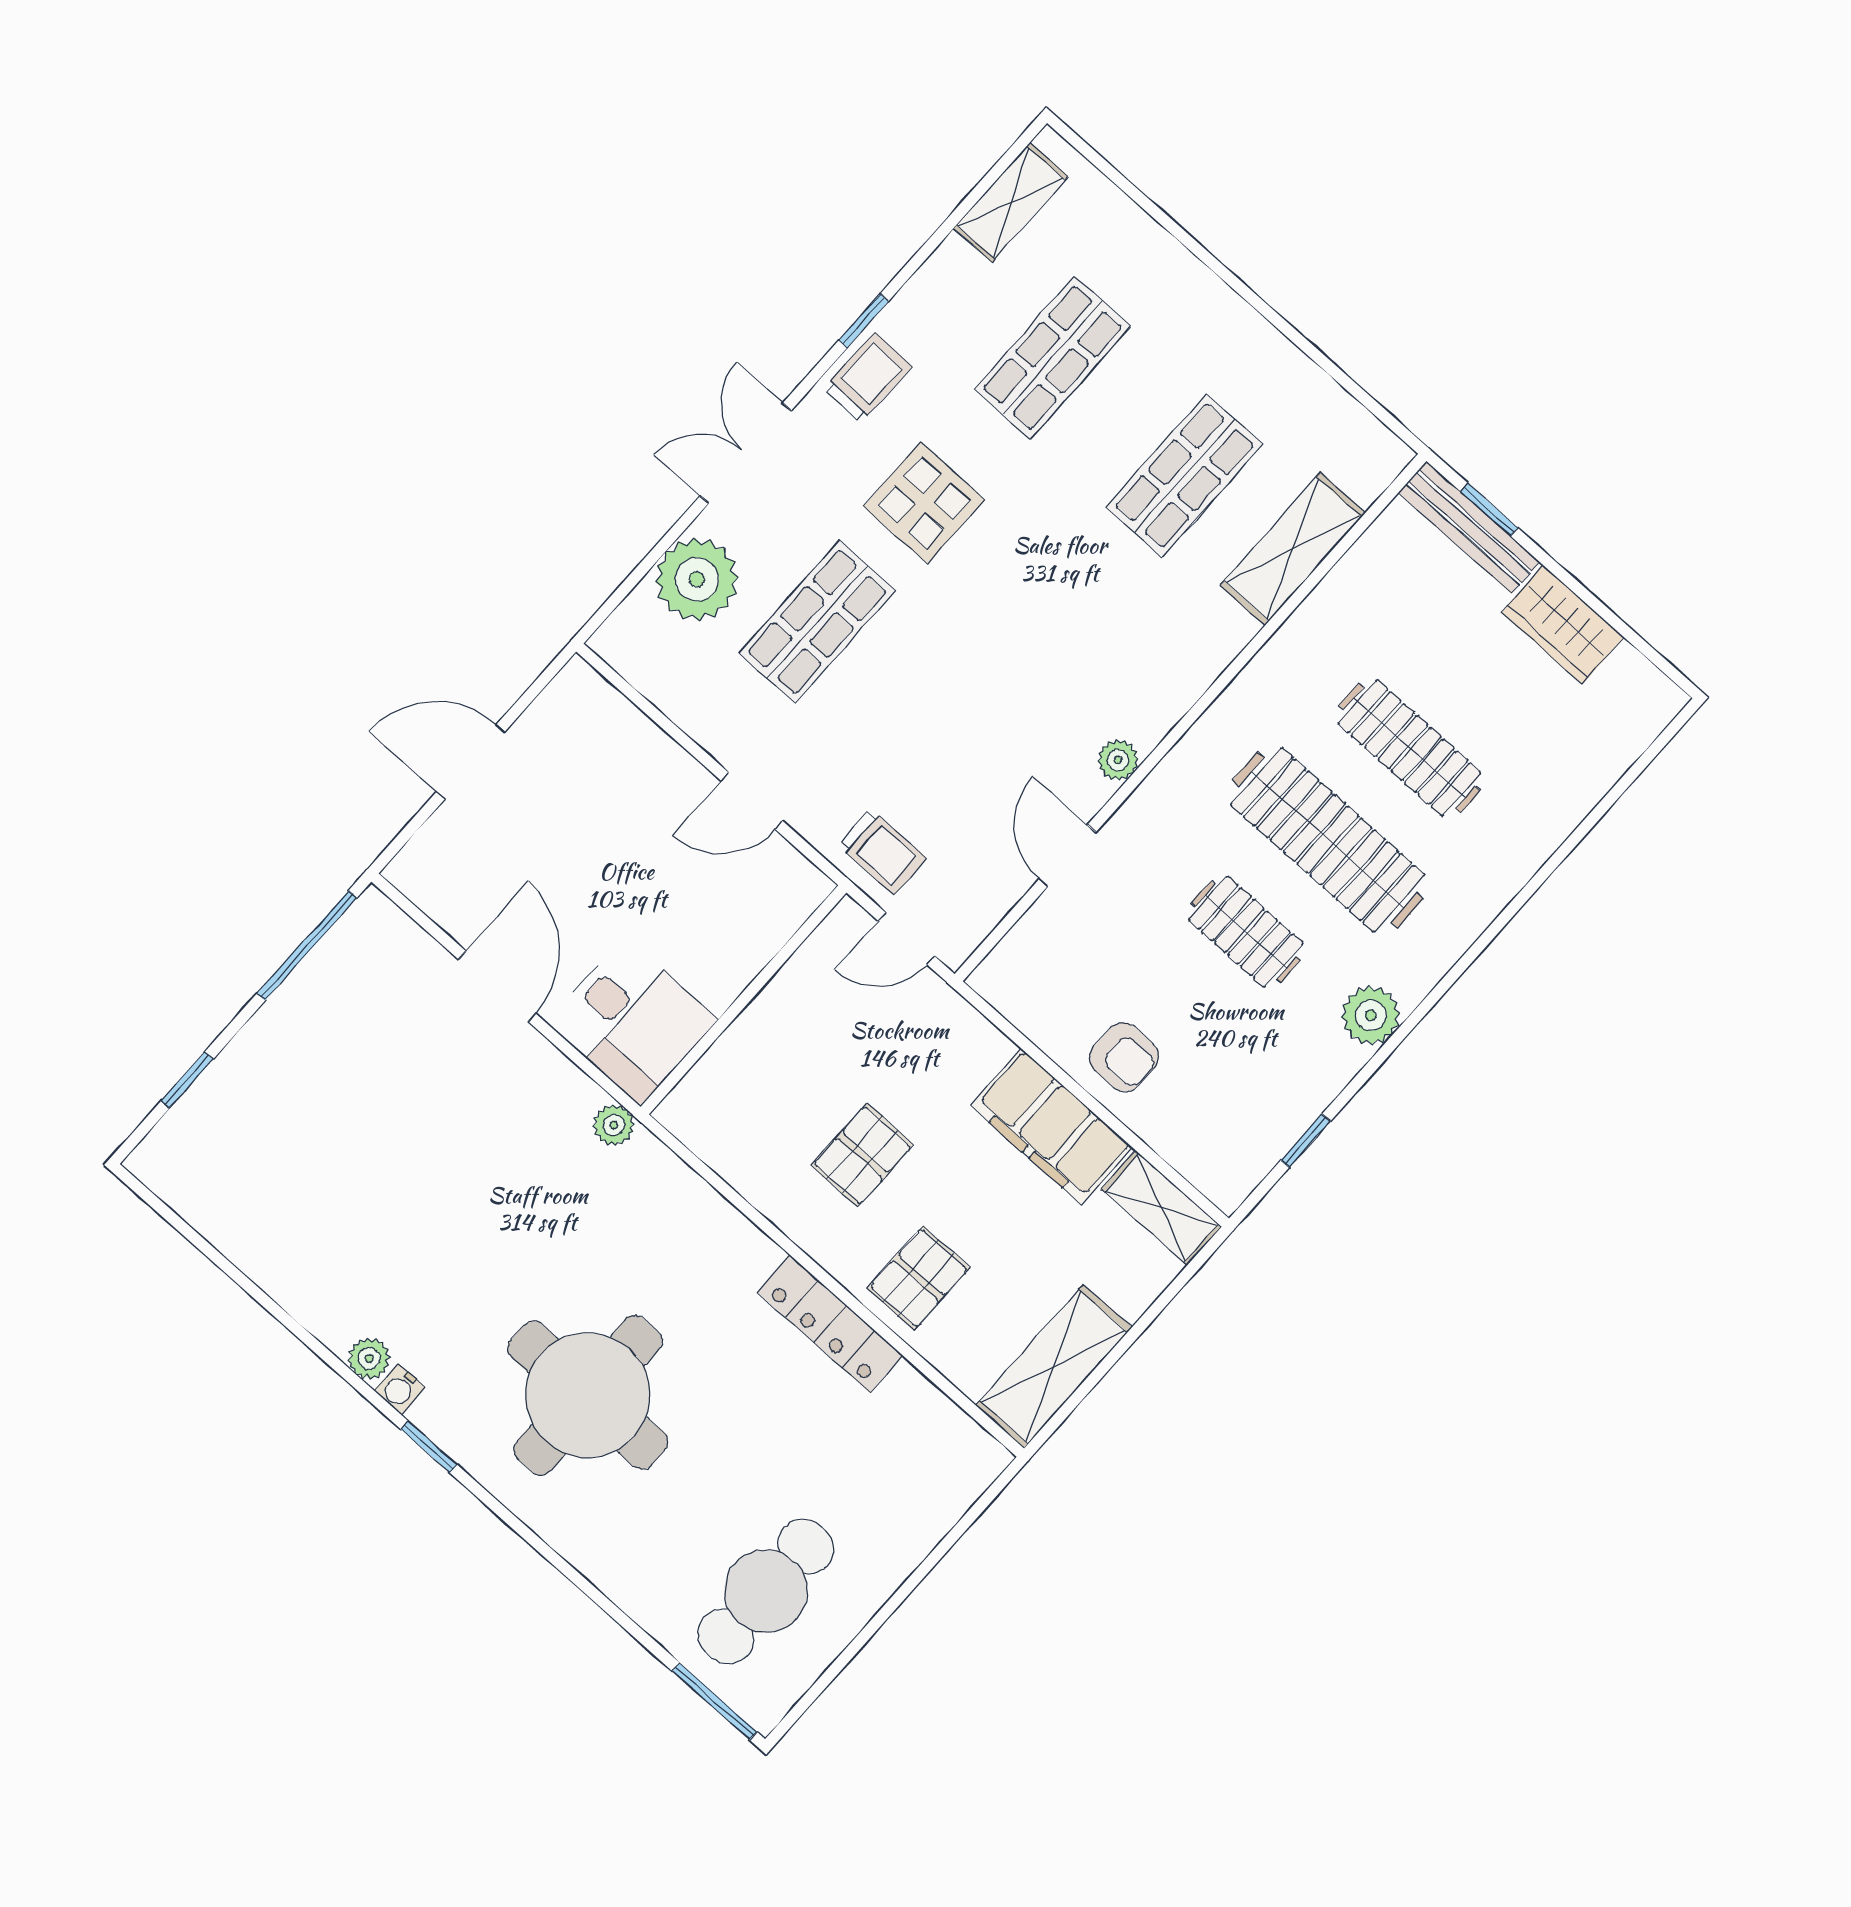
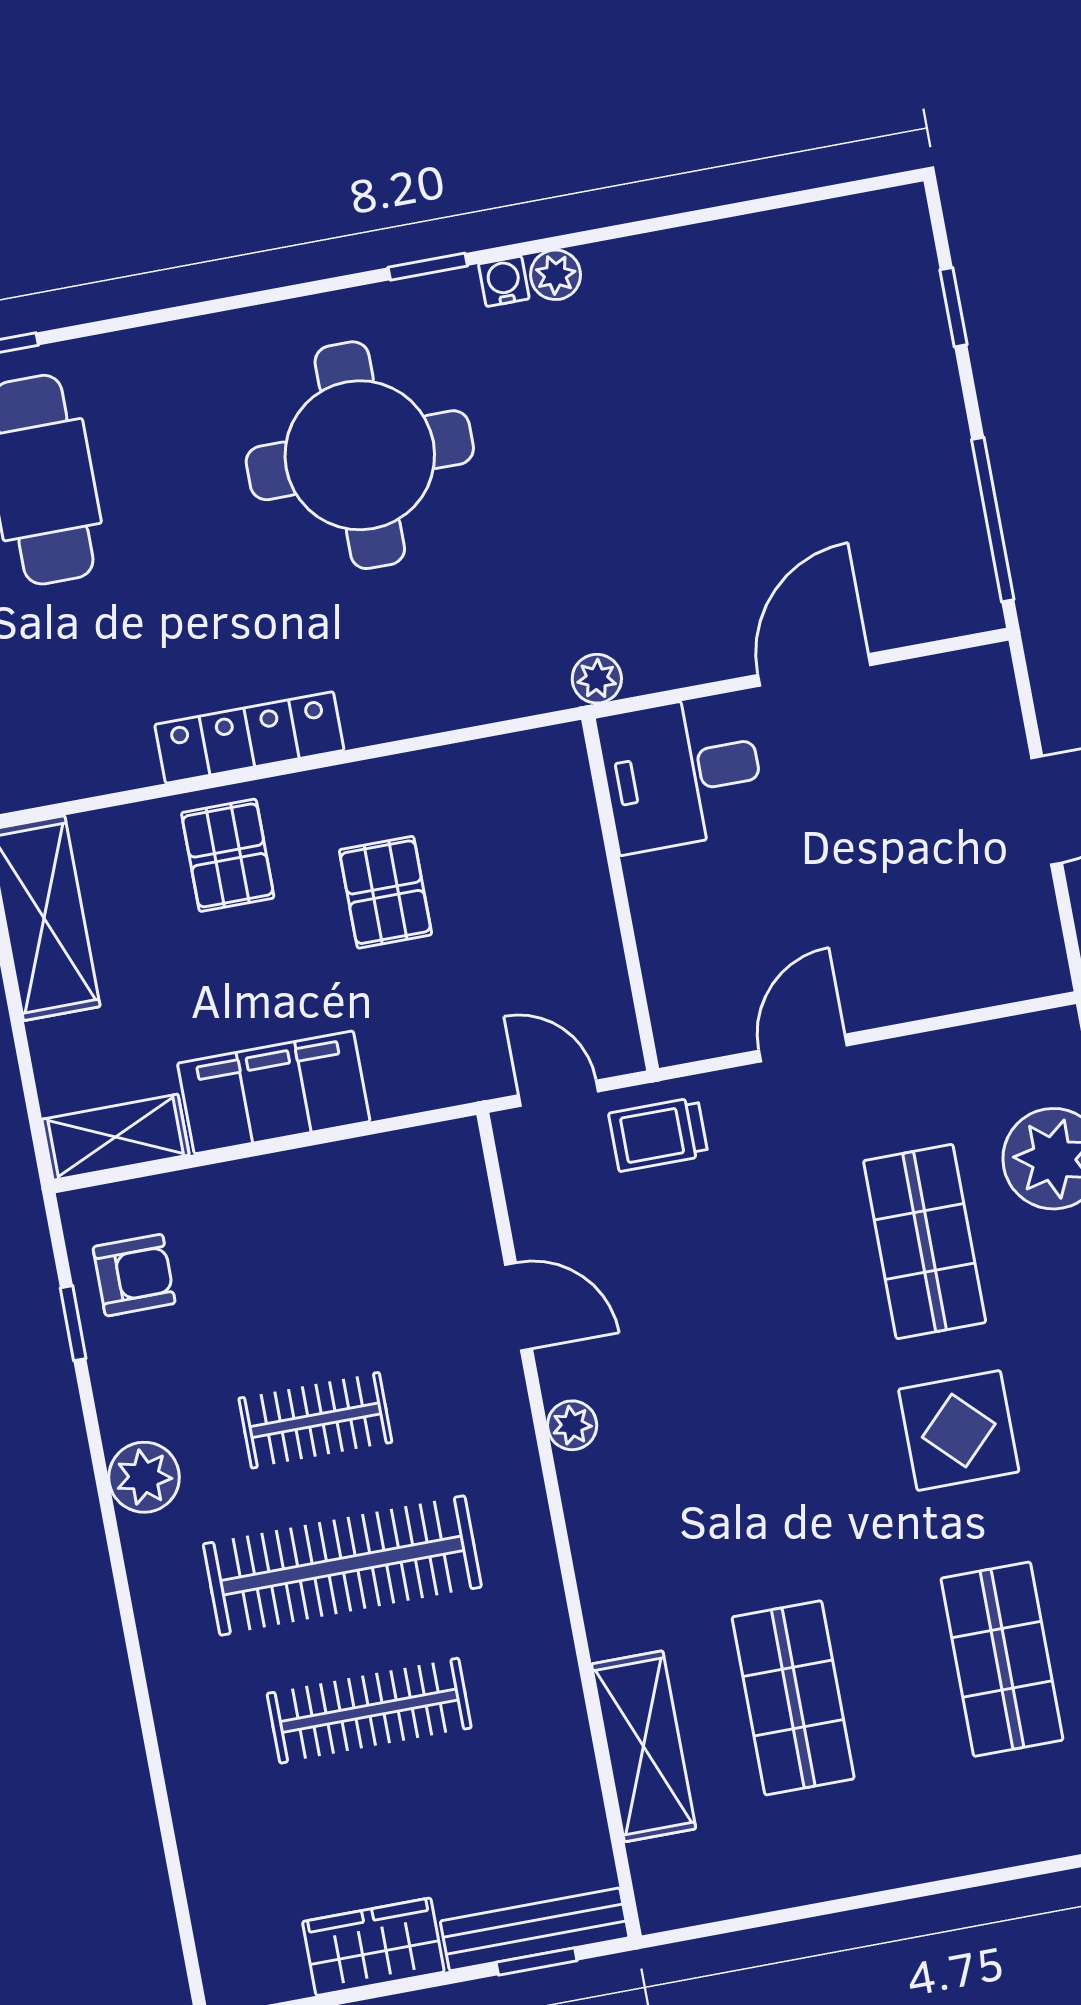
door: (906, 939) -> (558, 1093), hinge flipped
door: (497, 986) -> (814, 670), swing flipped
armchair: (1124, 1057) -> (134, 1275), moved, turned 180

